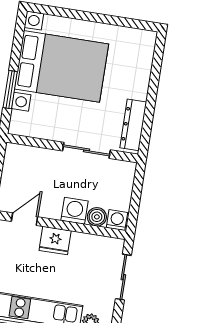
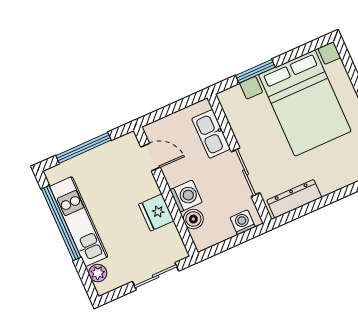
kitchen sink: (37, 158) -> (211, 134), added
washing machine: (117, 220) -> (243, 222), moved, turned -90
fridge: (55, 241) -> (156, 212), moved

